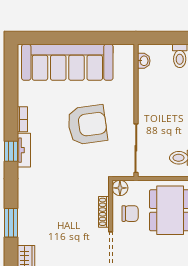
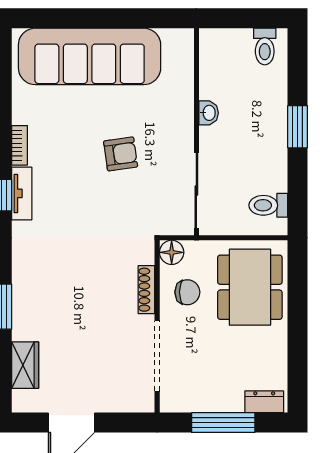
washbasin: (144, 61) -> (209, 113), moved
armchair: (87, 125) -> (121, 154), width x0.53, depth x0.53

